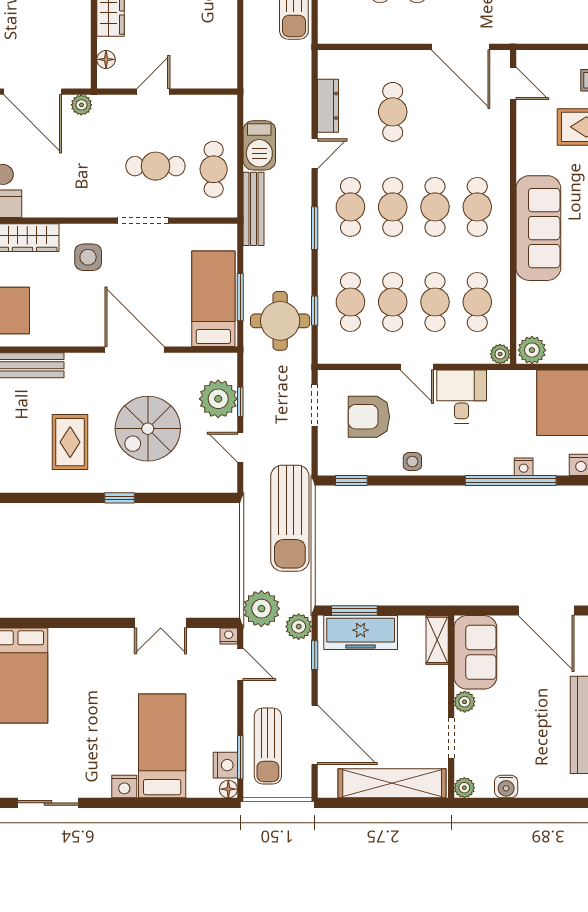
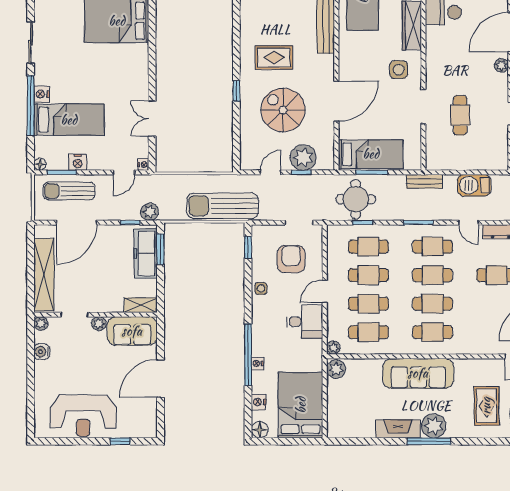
cafe table: (214, 169) -> (458, 154), removed
bench: (254, 209) -> (425, 181), width x0.73
plant: (261, 609) -> (162, 187), removed
nightstand: (225, 765) -> (78, 162), moved
window: (141, 803) -> (31, 106), added

